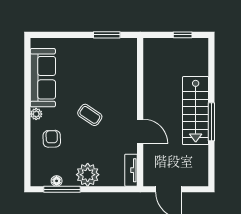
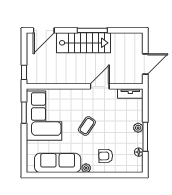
window: (183, 35) -> (24, 72), moved
corner sofa: (103, 60) -> (44, 116), added
door: (211, 60) -> (44, 30), added
plant: (88, 175) -> (138, 128), width x0.53, depth x0.53
window: (62, 189) -> (145, 137), moved

